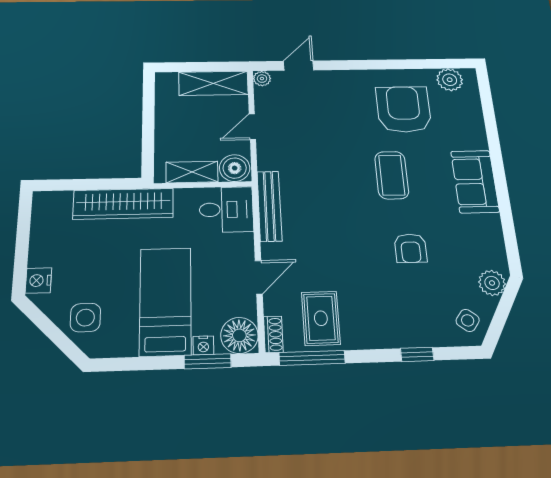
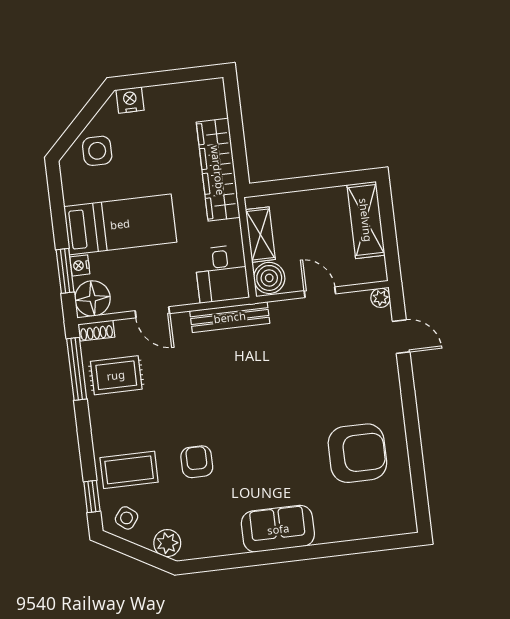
plant: (450, 80) -> (400, 504), removed
shelving: (213, 83) -> (366, 220), moved
coffee table: (392, 175) -> (129, 470), moved
armchair: (411, 248) -> (197, 462), turned 90
window: (417, 354) -> (92, 496), moved

